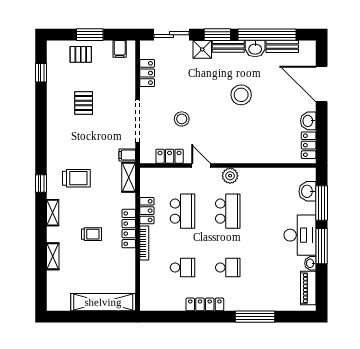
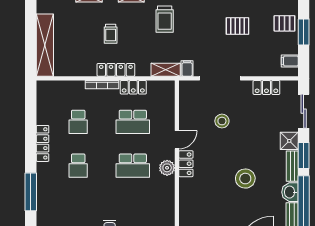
pallet: (81, 54) -> (284, 23), turned 90
locker: (170, 156) -> (186, 164), moved

